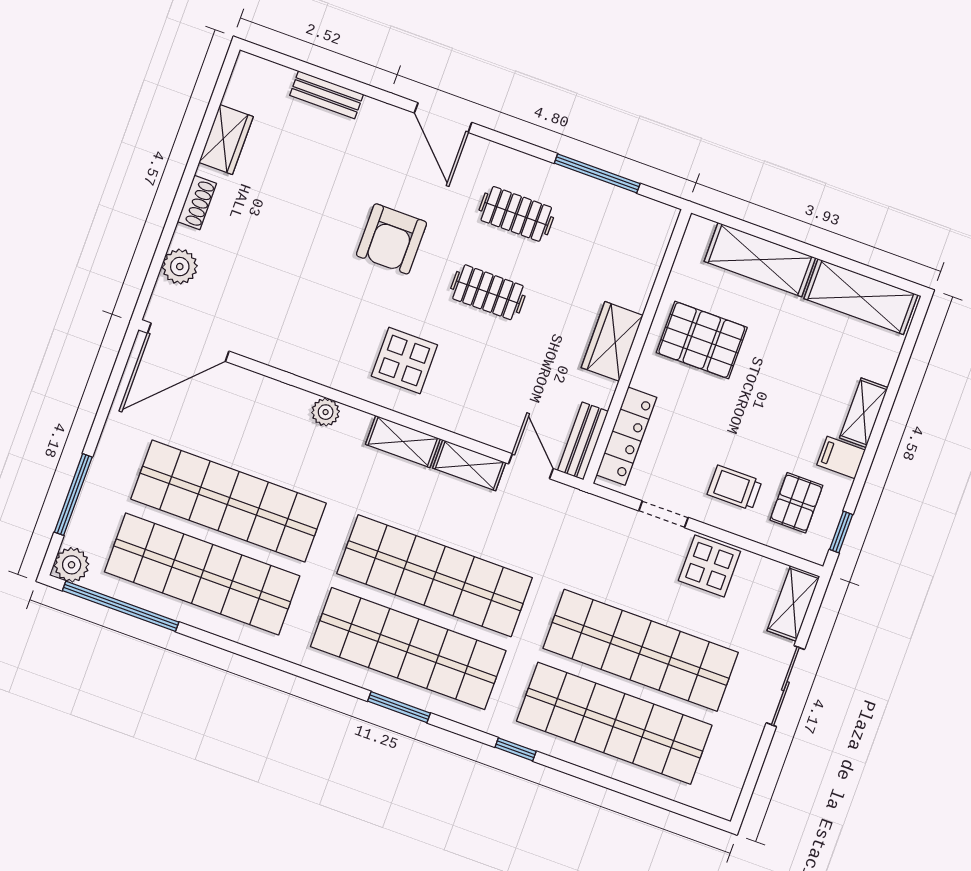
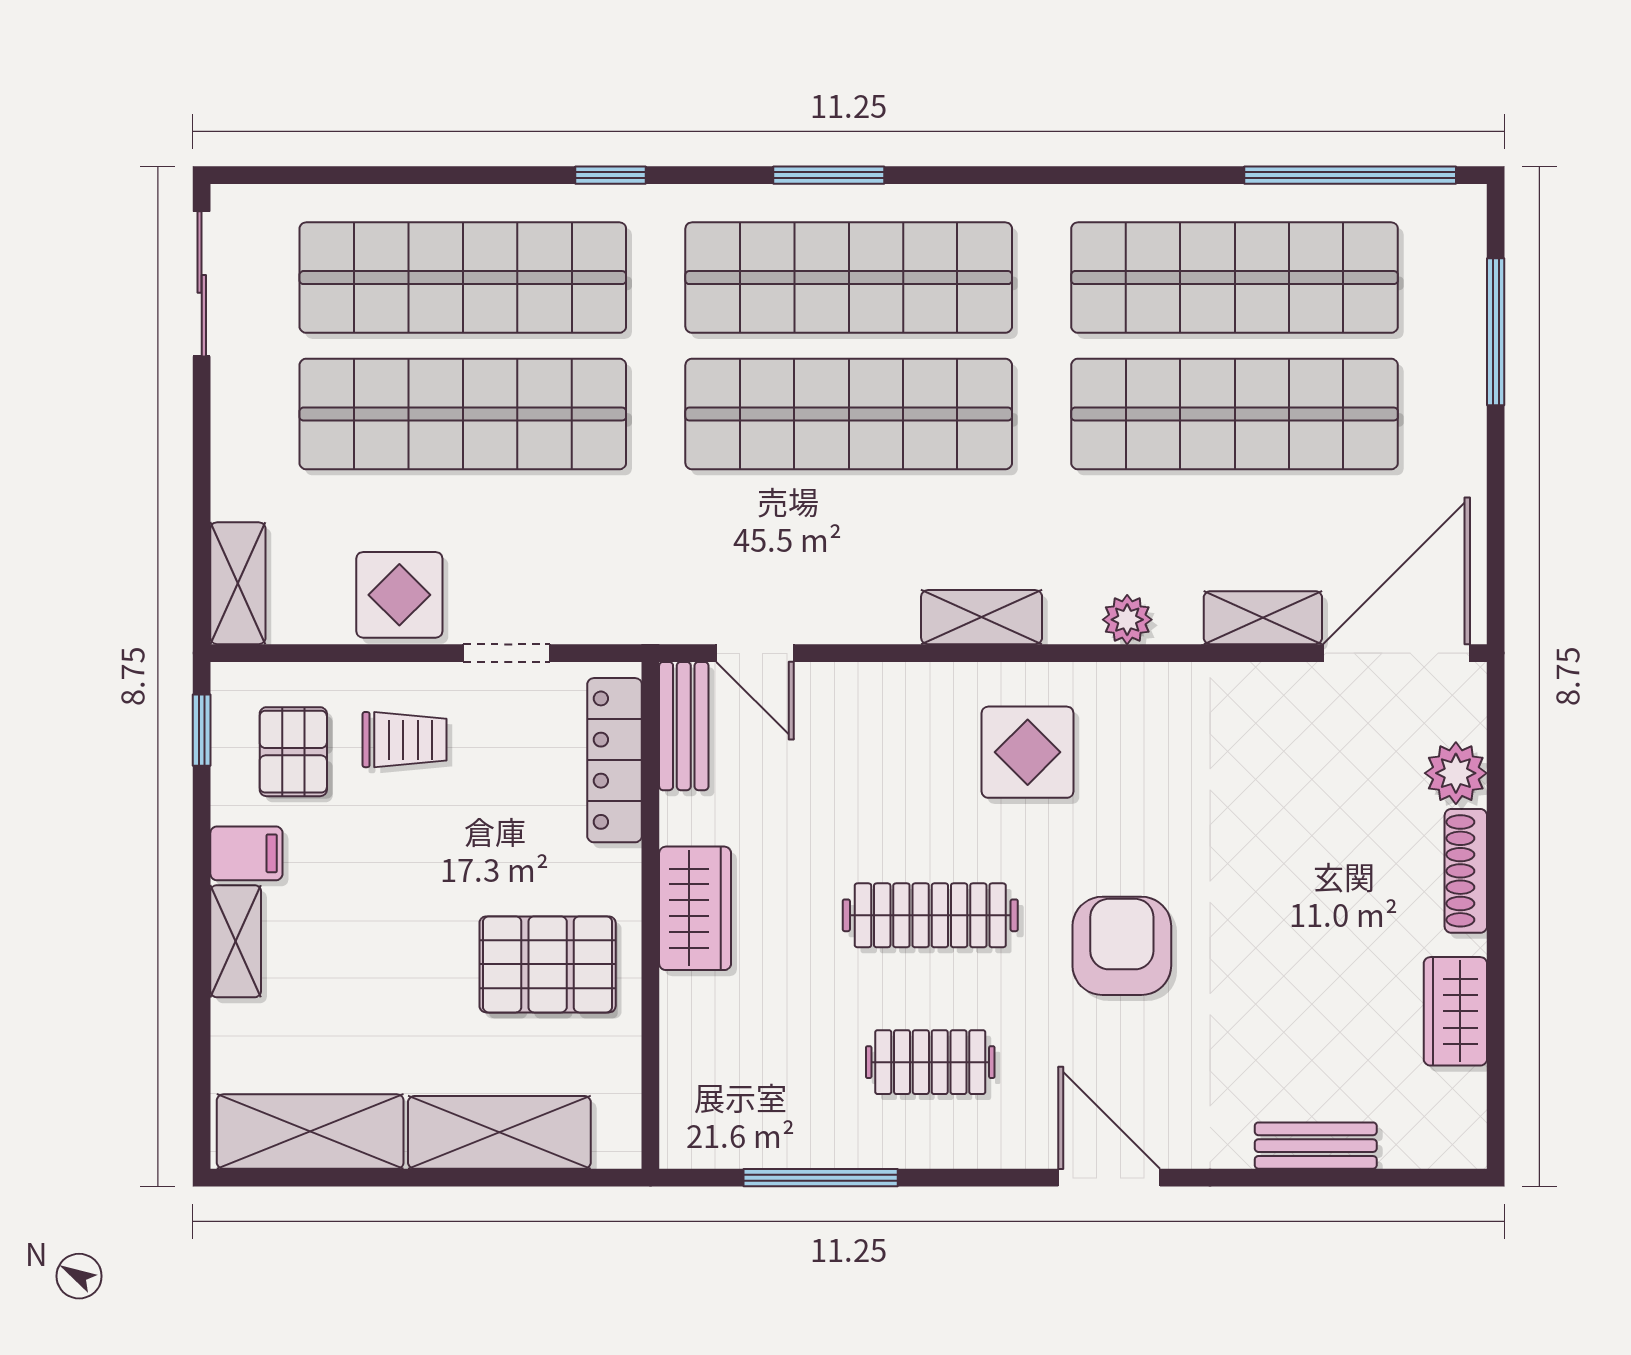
shoe rack: (197, 202) -> (1466, 871), width x1.43
clothes rail: (488, 292) -> (930, 915), width x1.36
shelving: (469, 465) -> (1263, 618), moved
plant: (72, 565) -> (1456, 214), removed
sliding door: (785, 686) -> (202, 284), moved

